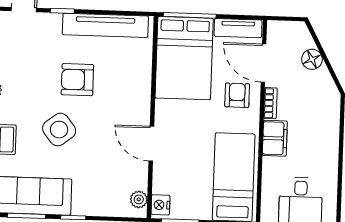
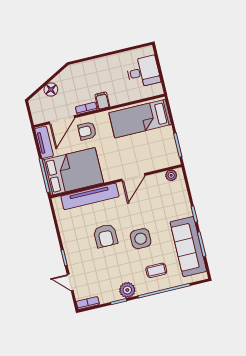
tv unit: (105, 25) -> (90, 196), moved, turned 90
side table: (59, 130) -> (141, 239), turned 38
filing cabinet: (275, 138) -> (102, 101), width x0.50
nightstand: (160, 205) -> (171, 161), removed

